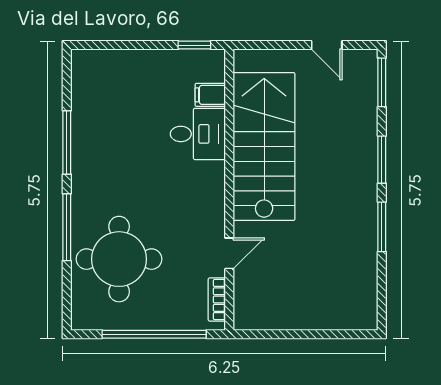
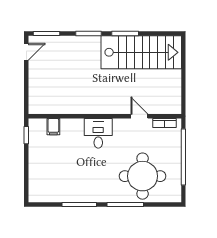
door: (327, 45) -> (26, 52), moved
desk: (198, 134) -> (98, 133), moved
stairs: (264, 146) -> (141, 52), moved, turned 180

